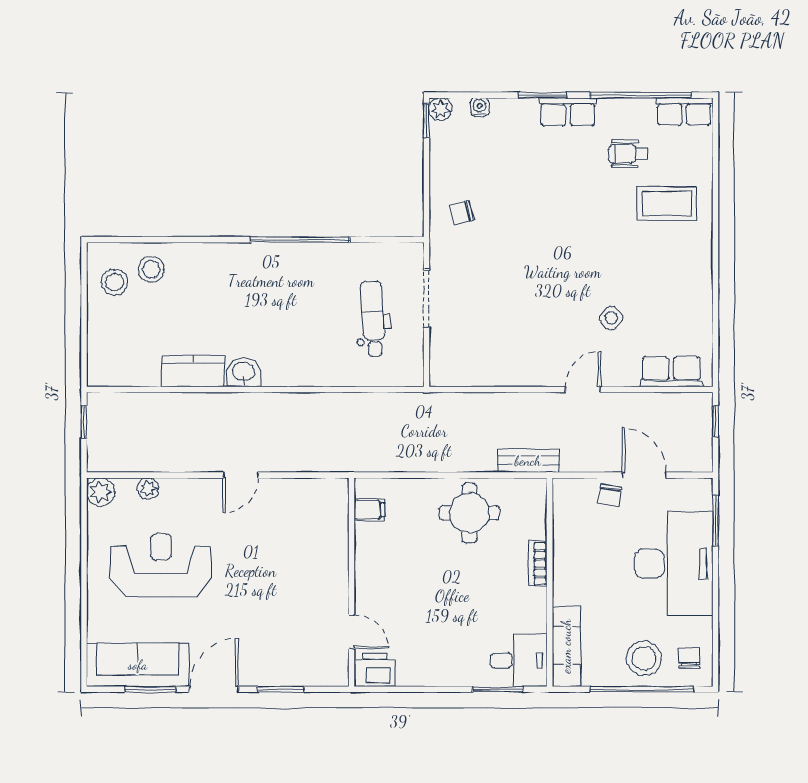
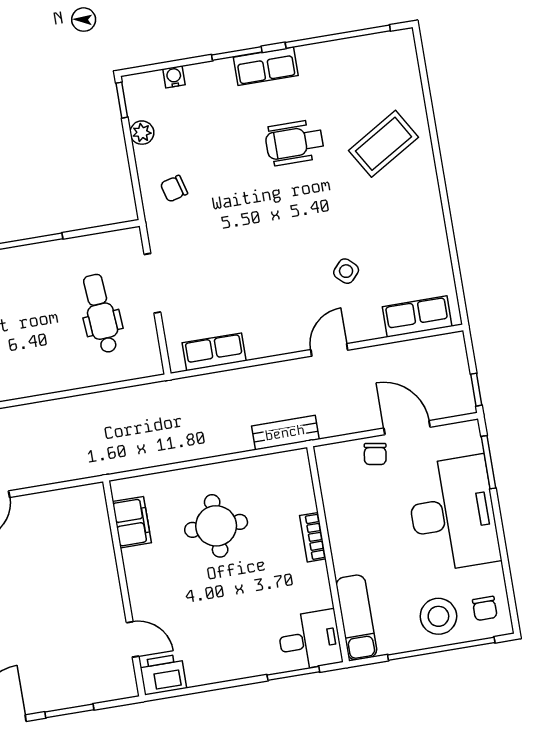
plant: (440, 109) -> (142, 133), moved
row of seats: (684, 111) -> (214, 352), moved, turned 180
wheelchair: (628, 154) -> (294, 143), moved, width x1.36, depth x1.37
coffee table: (667, 203) -> (383, 144), turned -31
window: (716, 421) -> (476, 390), moved
filing cabinet: (369, 510) -> (132, 522), width x2.00
round table: (469, 513) -> (216, 526), moved
chair: (689, 658) -> (485, 608), turned 180

